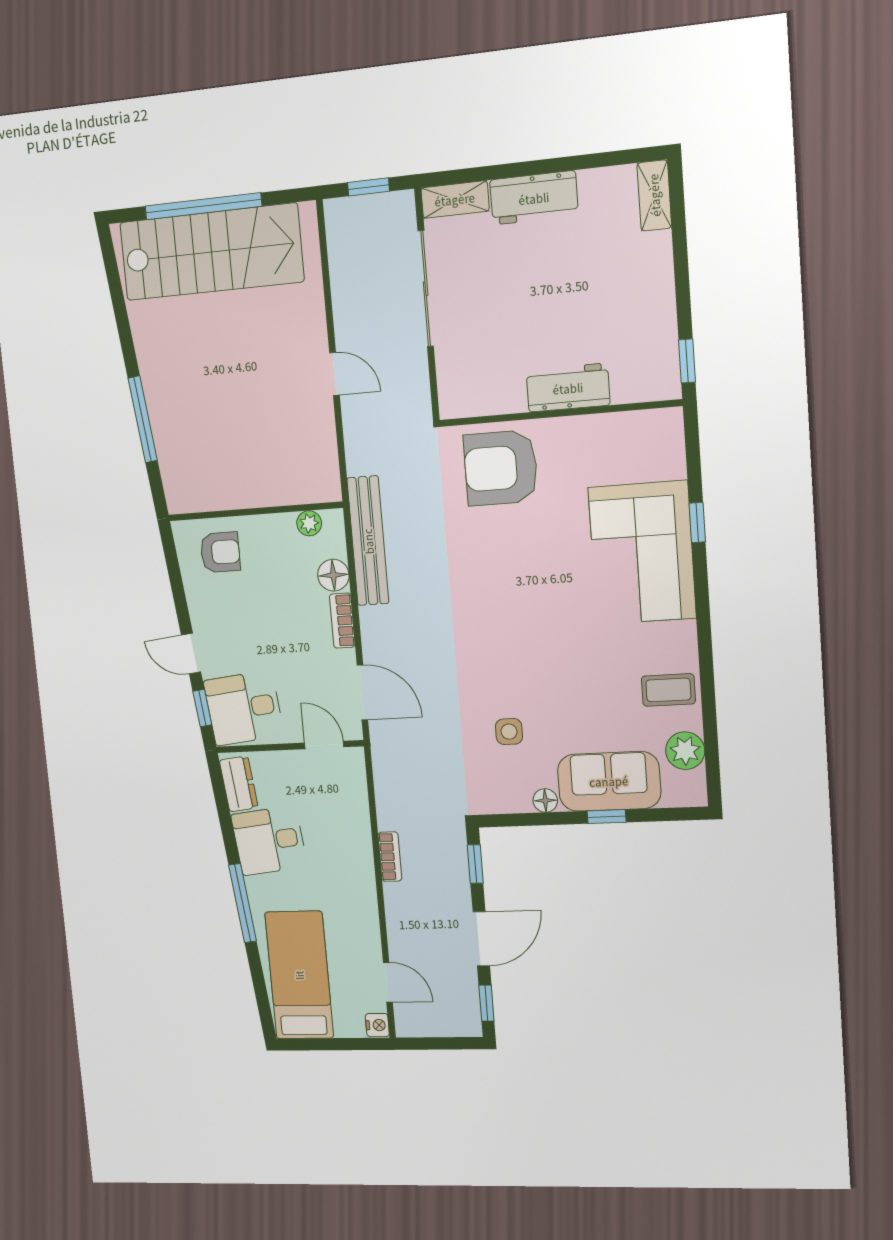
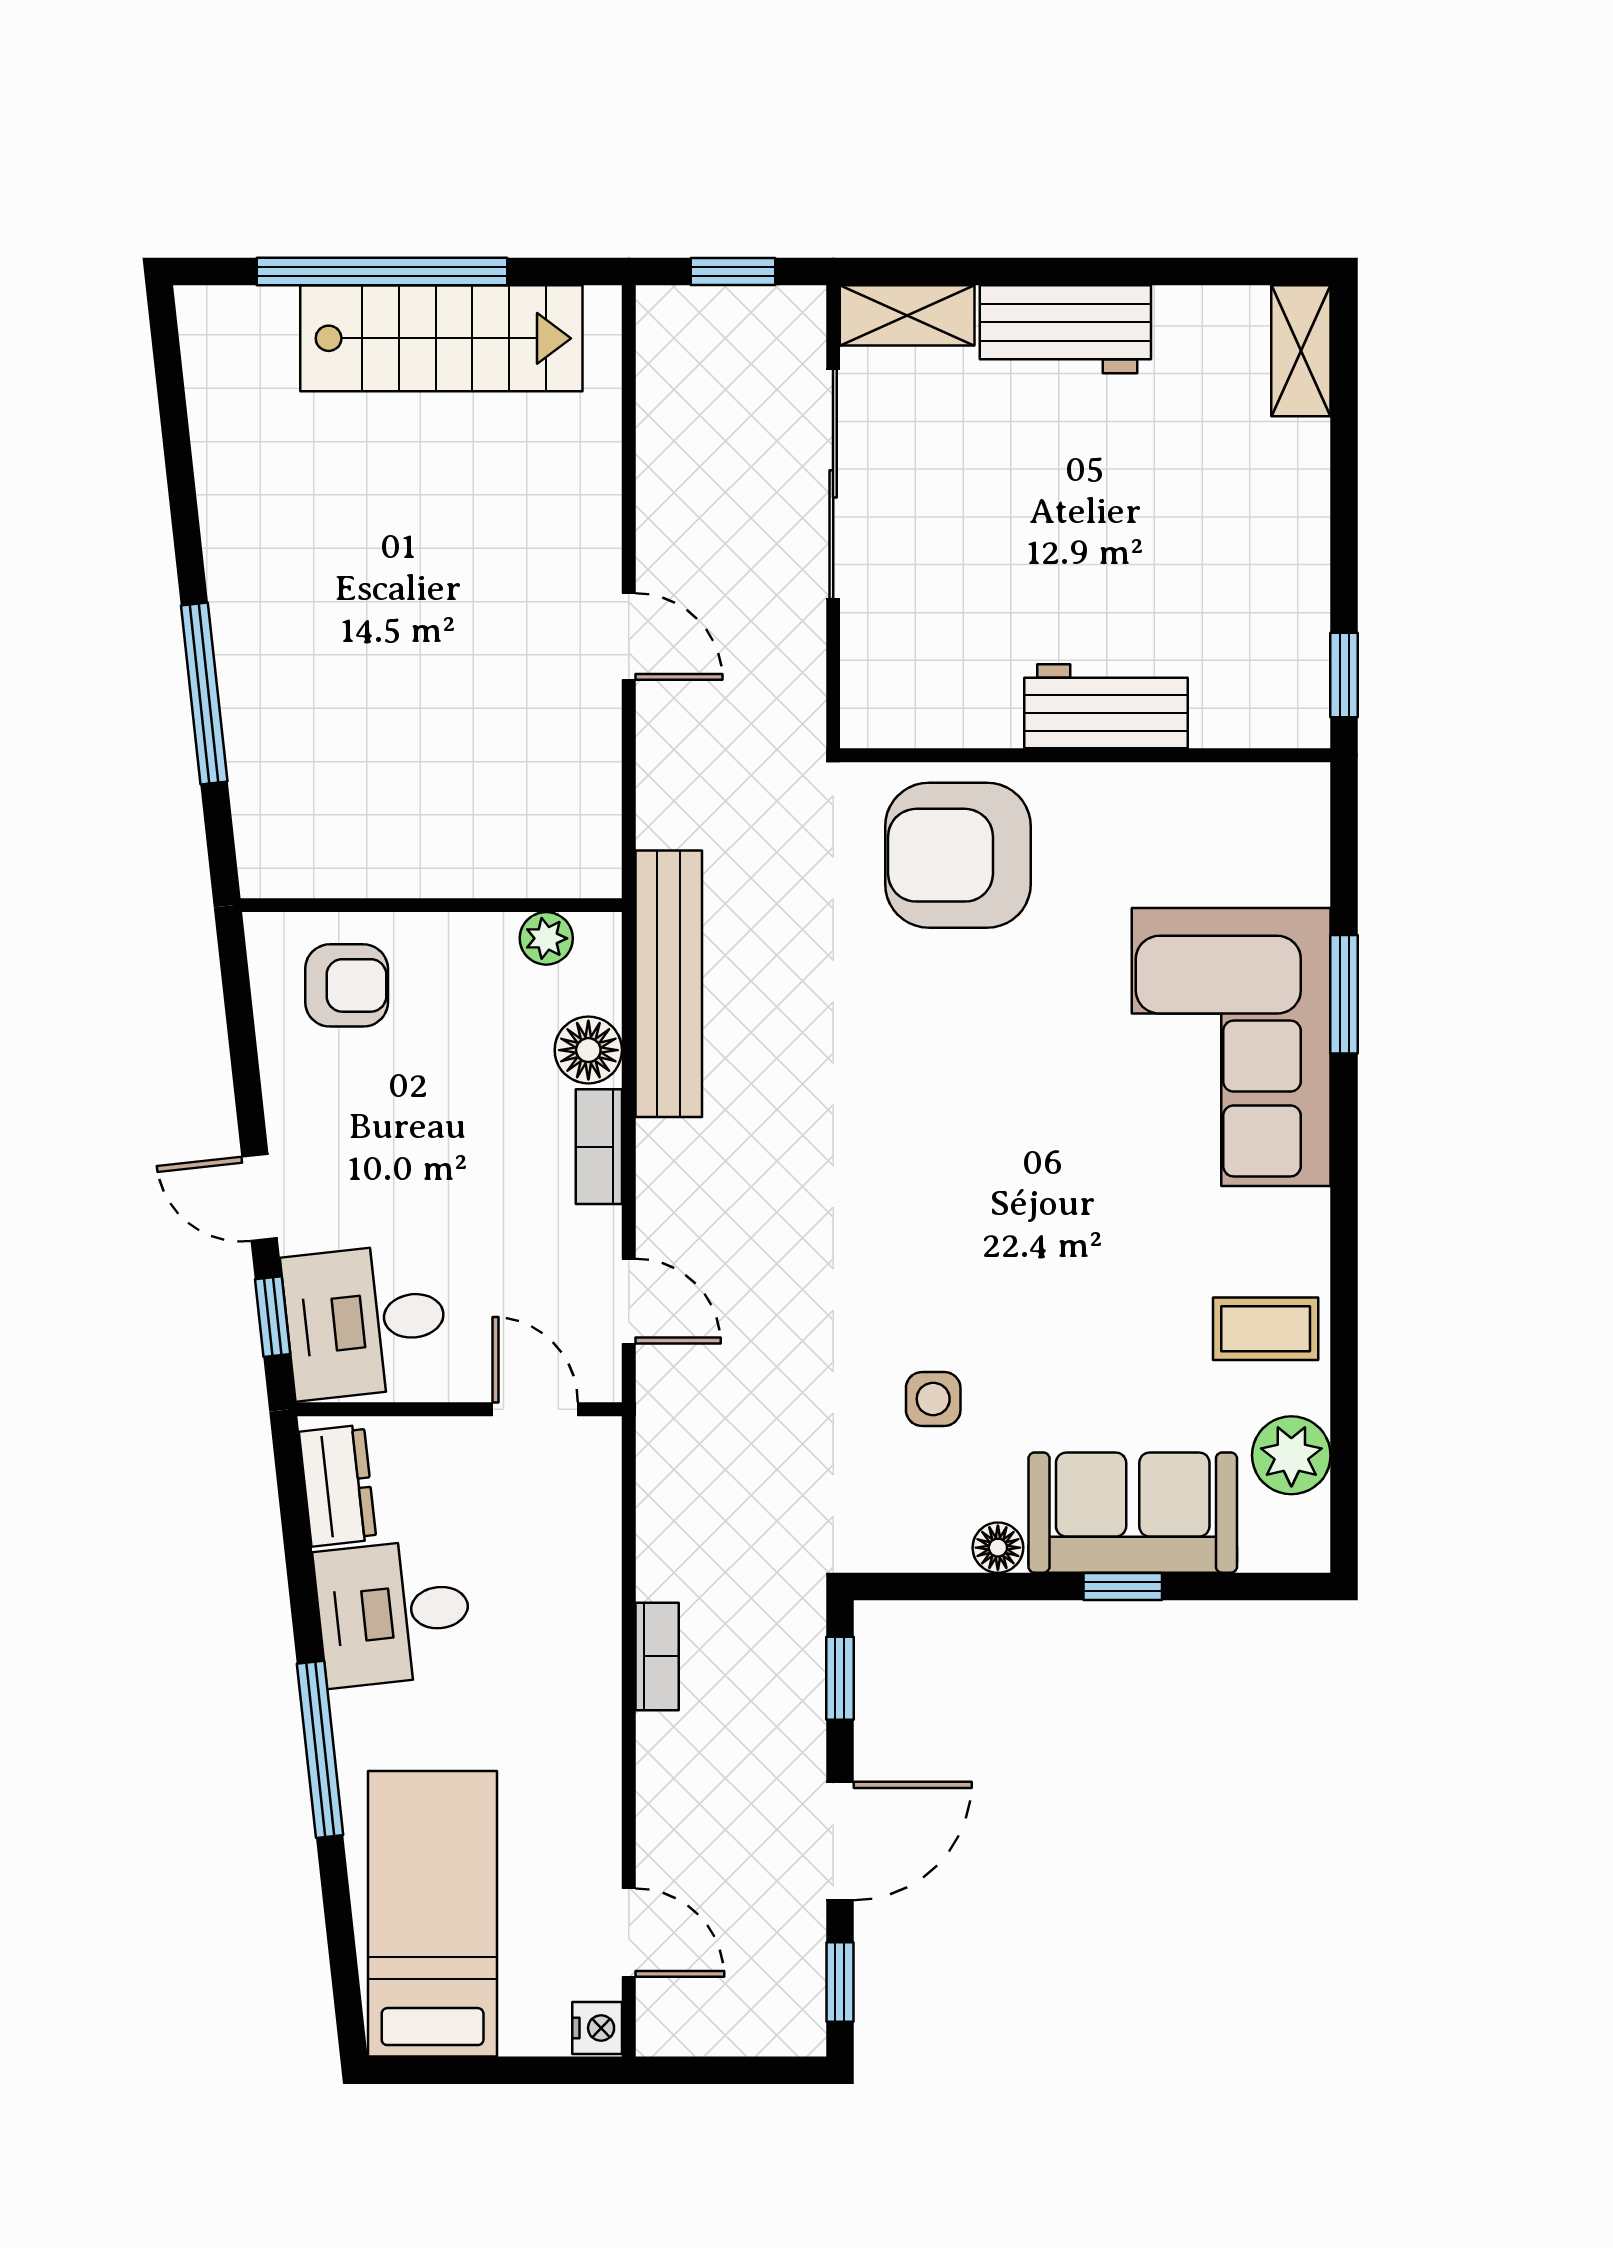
stairs: (211, 252) -> (441, 338), width x0.73, depth x0.66
window: (697, 523) -> (1344, 994), width x1.50
door: (362, 692) -> (629, 1301), width x0.73

